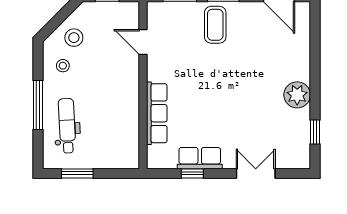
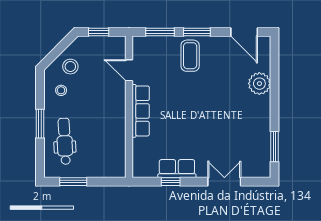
plant: (297, 95) -> (259, 84), moved
window: (38, 105) -> (40, 124), width x0.69
row of seats: (157, 113) -> (141, 111), moved
window: (315, 132) -> (275, 147), width x1.50

